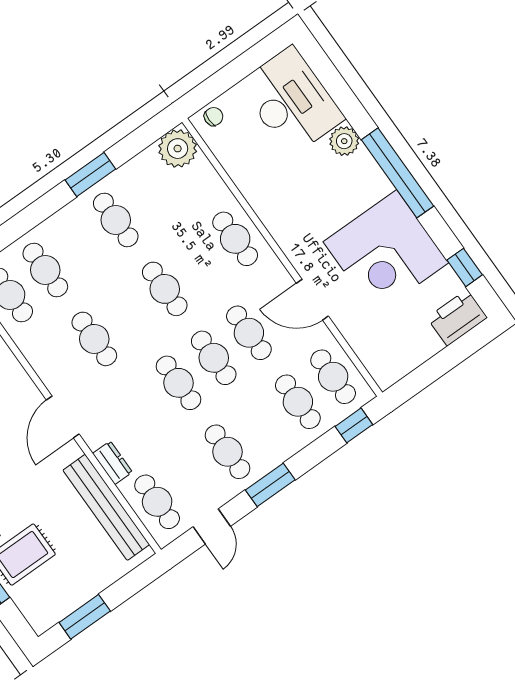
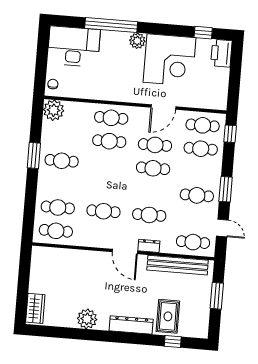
plant: (344, 141) -> (137, 41), moved
window: (397, 173) -> (111, 25), moved
cafe table: (165, 289) -> (109, 141), moved
cafe table: (178, 383) -> (149, 215), moved
dresser: (113, 463) -> (149, 246), moved
window: (85, 617) -> (217, 296), moved

